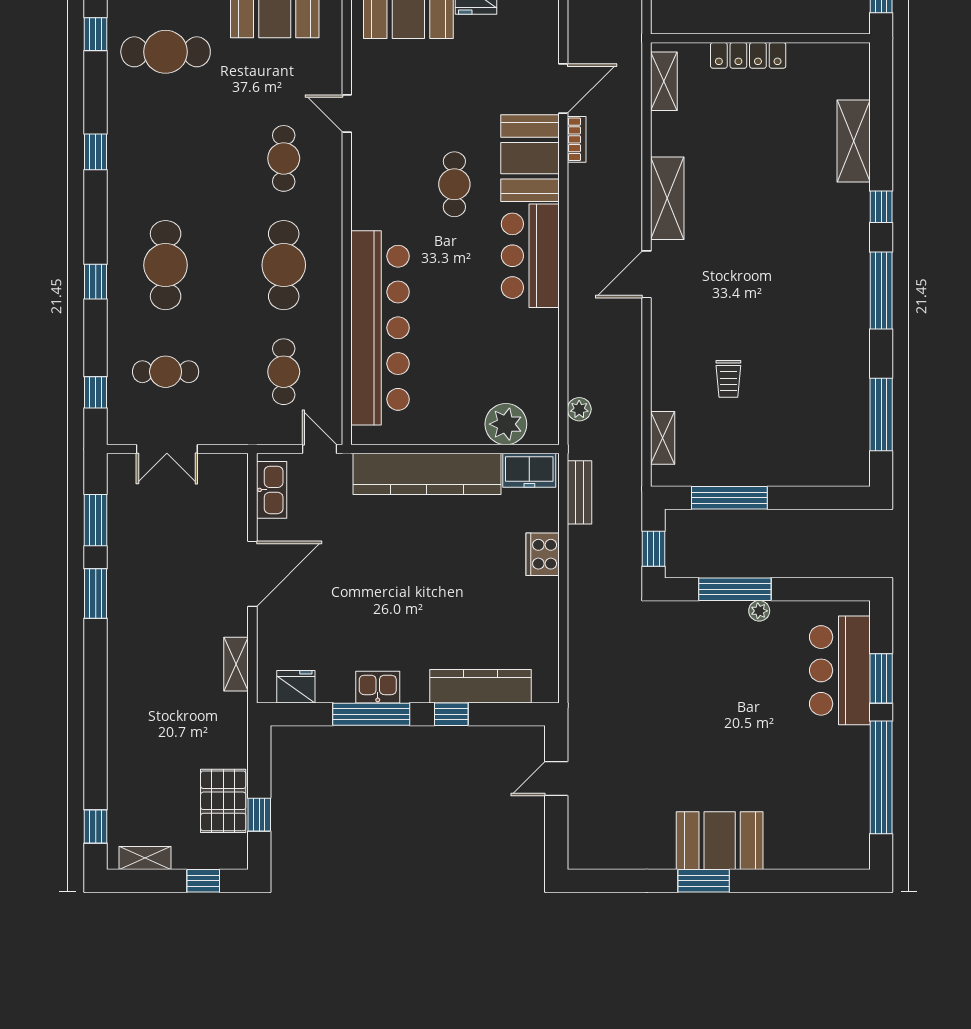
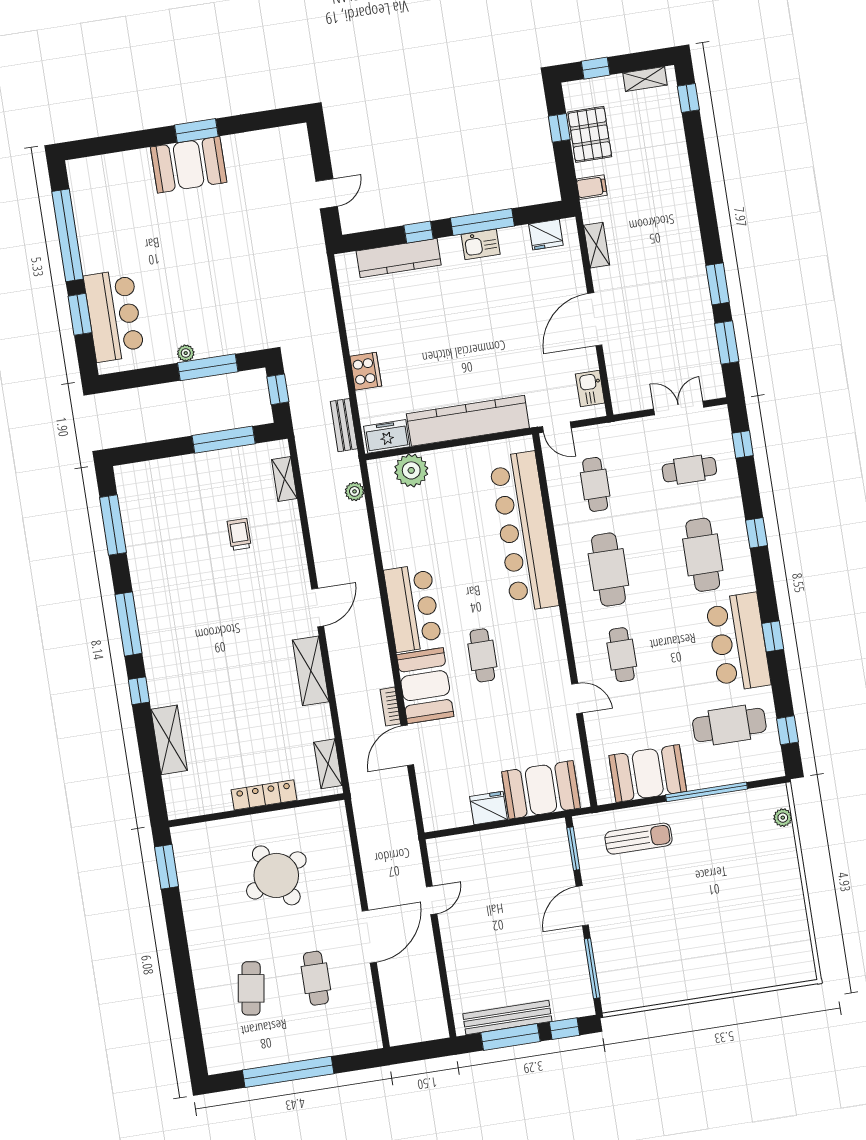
bar counter: (139, 151) -> (738, 642), added
kitchen sink: (272, 490) -> (590, 389), width x0.73
filing cabinet: (231, 736) -> (592, 187), added

